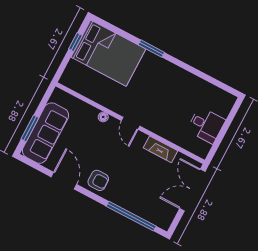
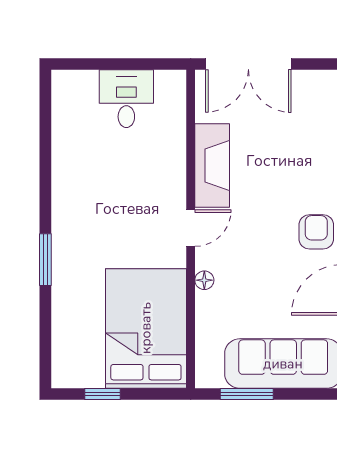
bed: (108, 53) -> (146, 328), moved
window: (30, 128) -> (247, 394), moved
fireplace: (160, 149) -> (212, 166), width x1.37, depth x1.32

